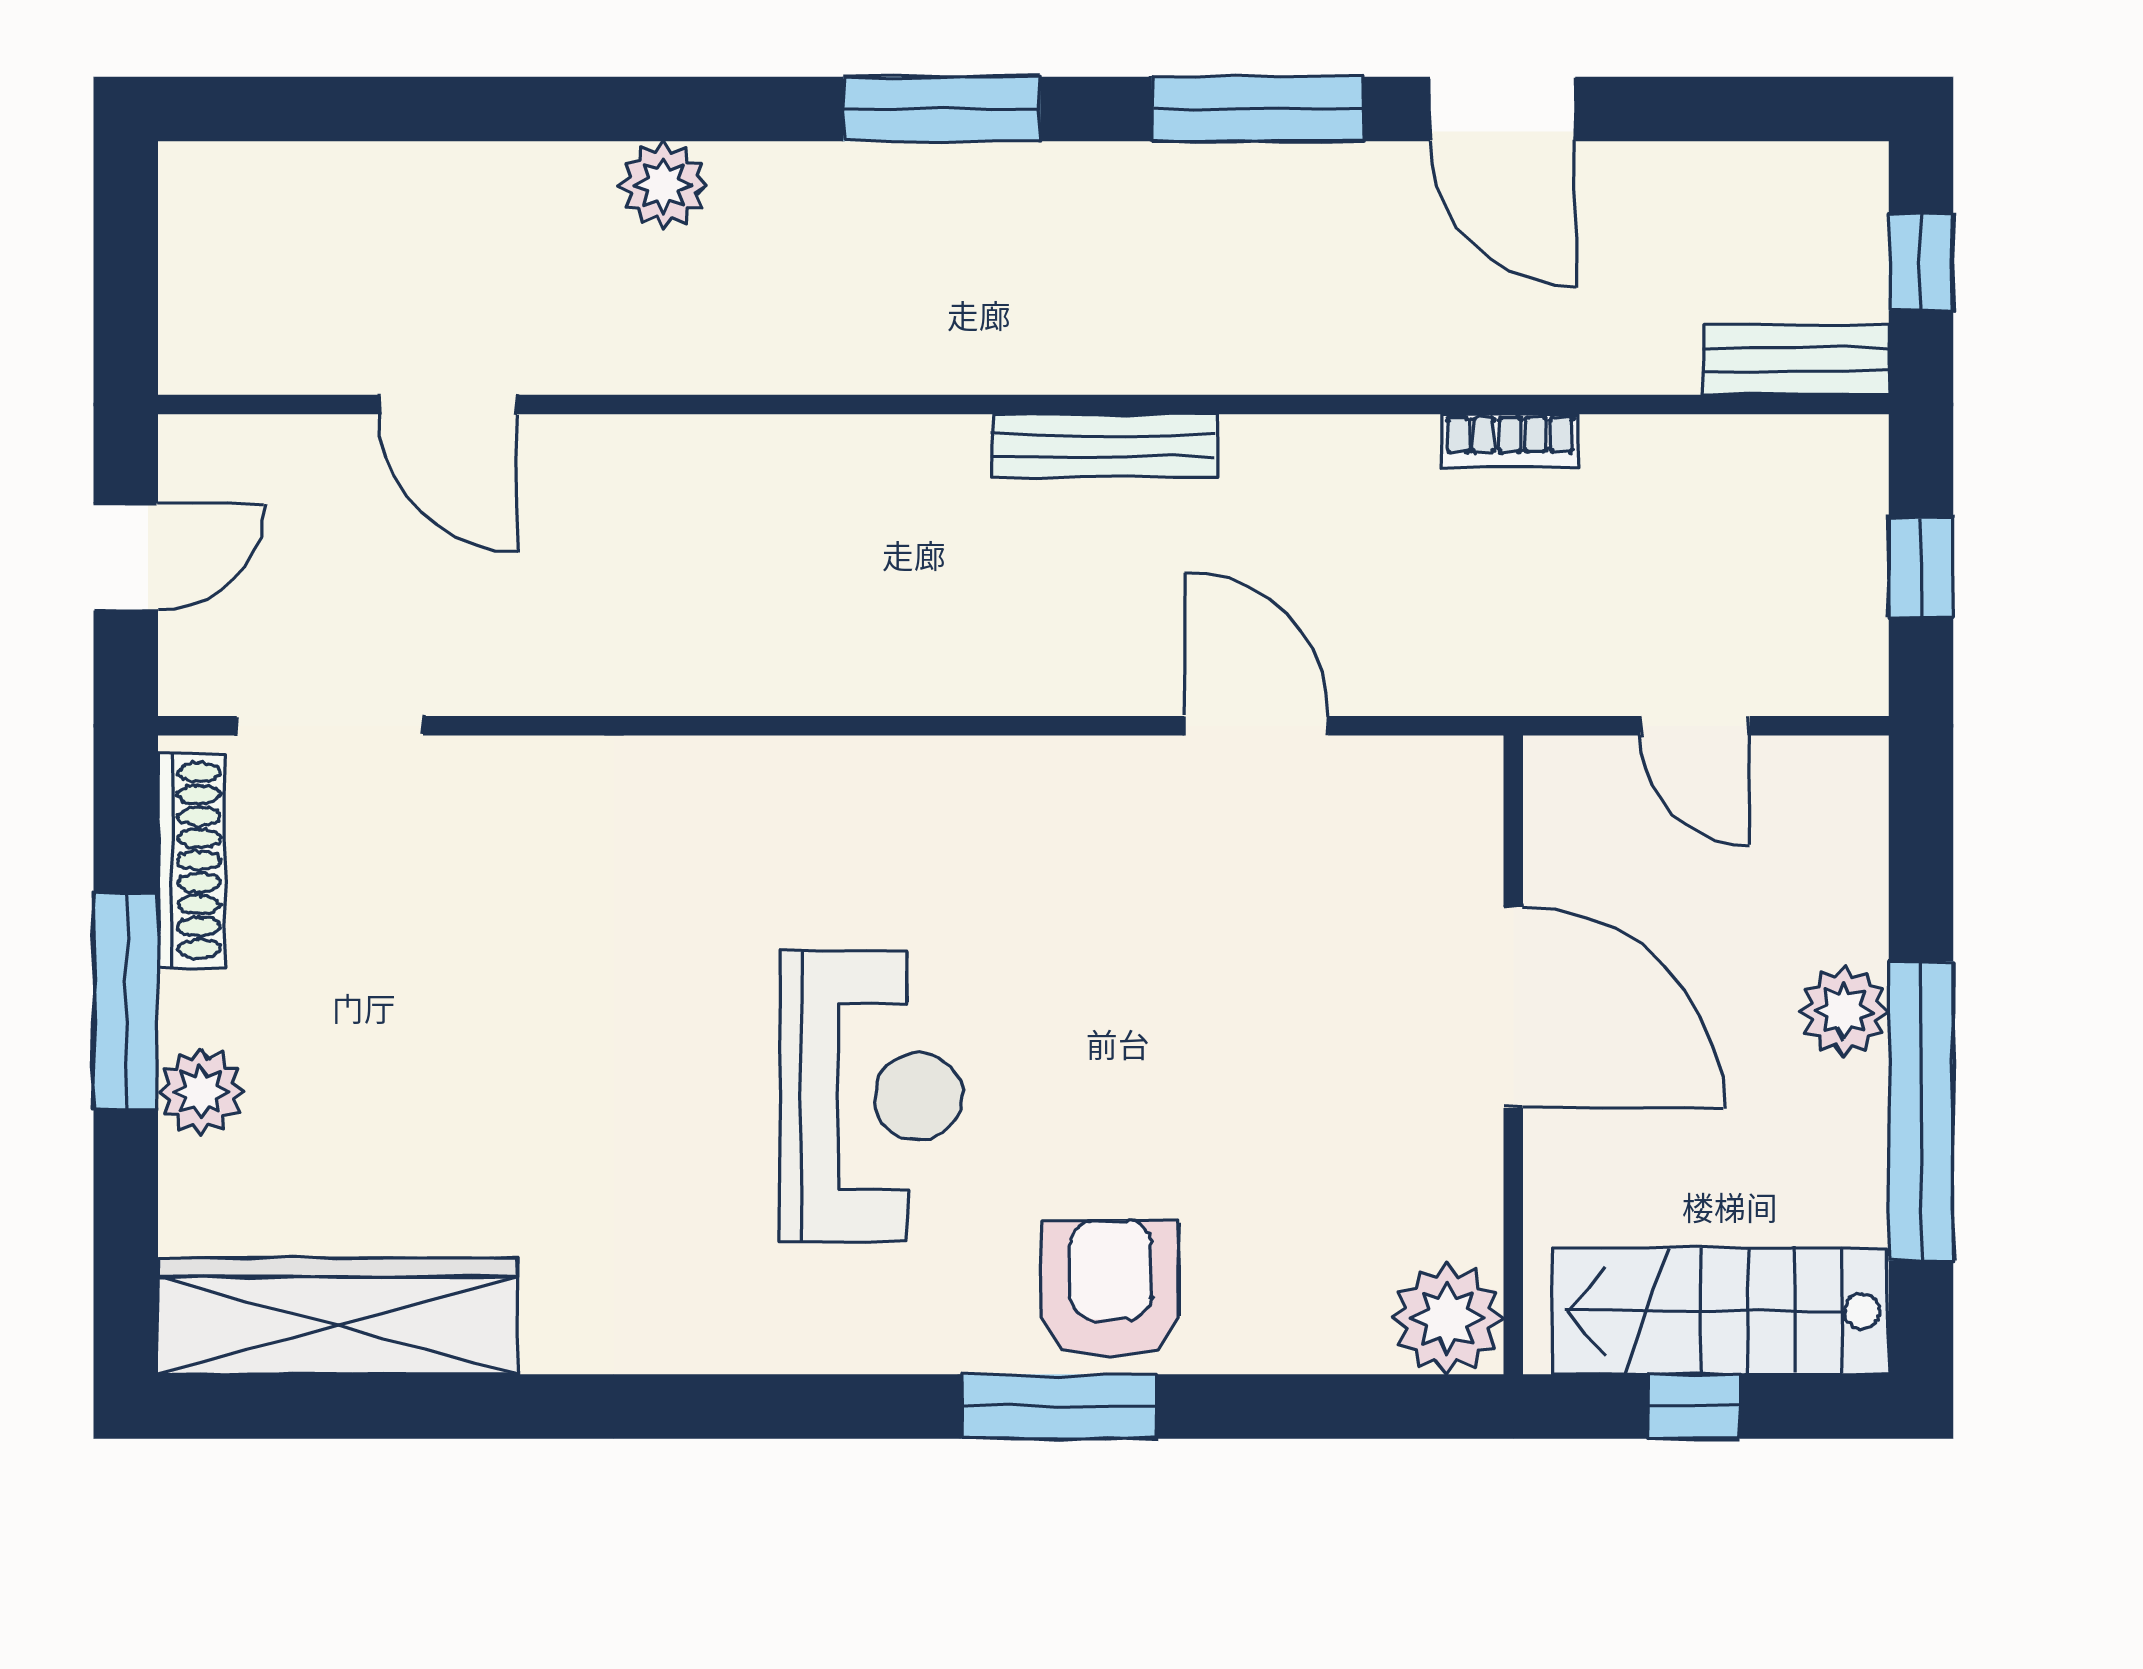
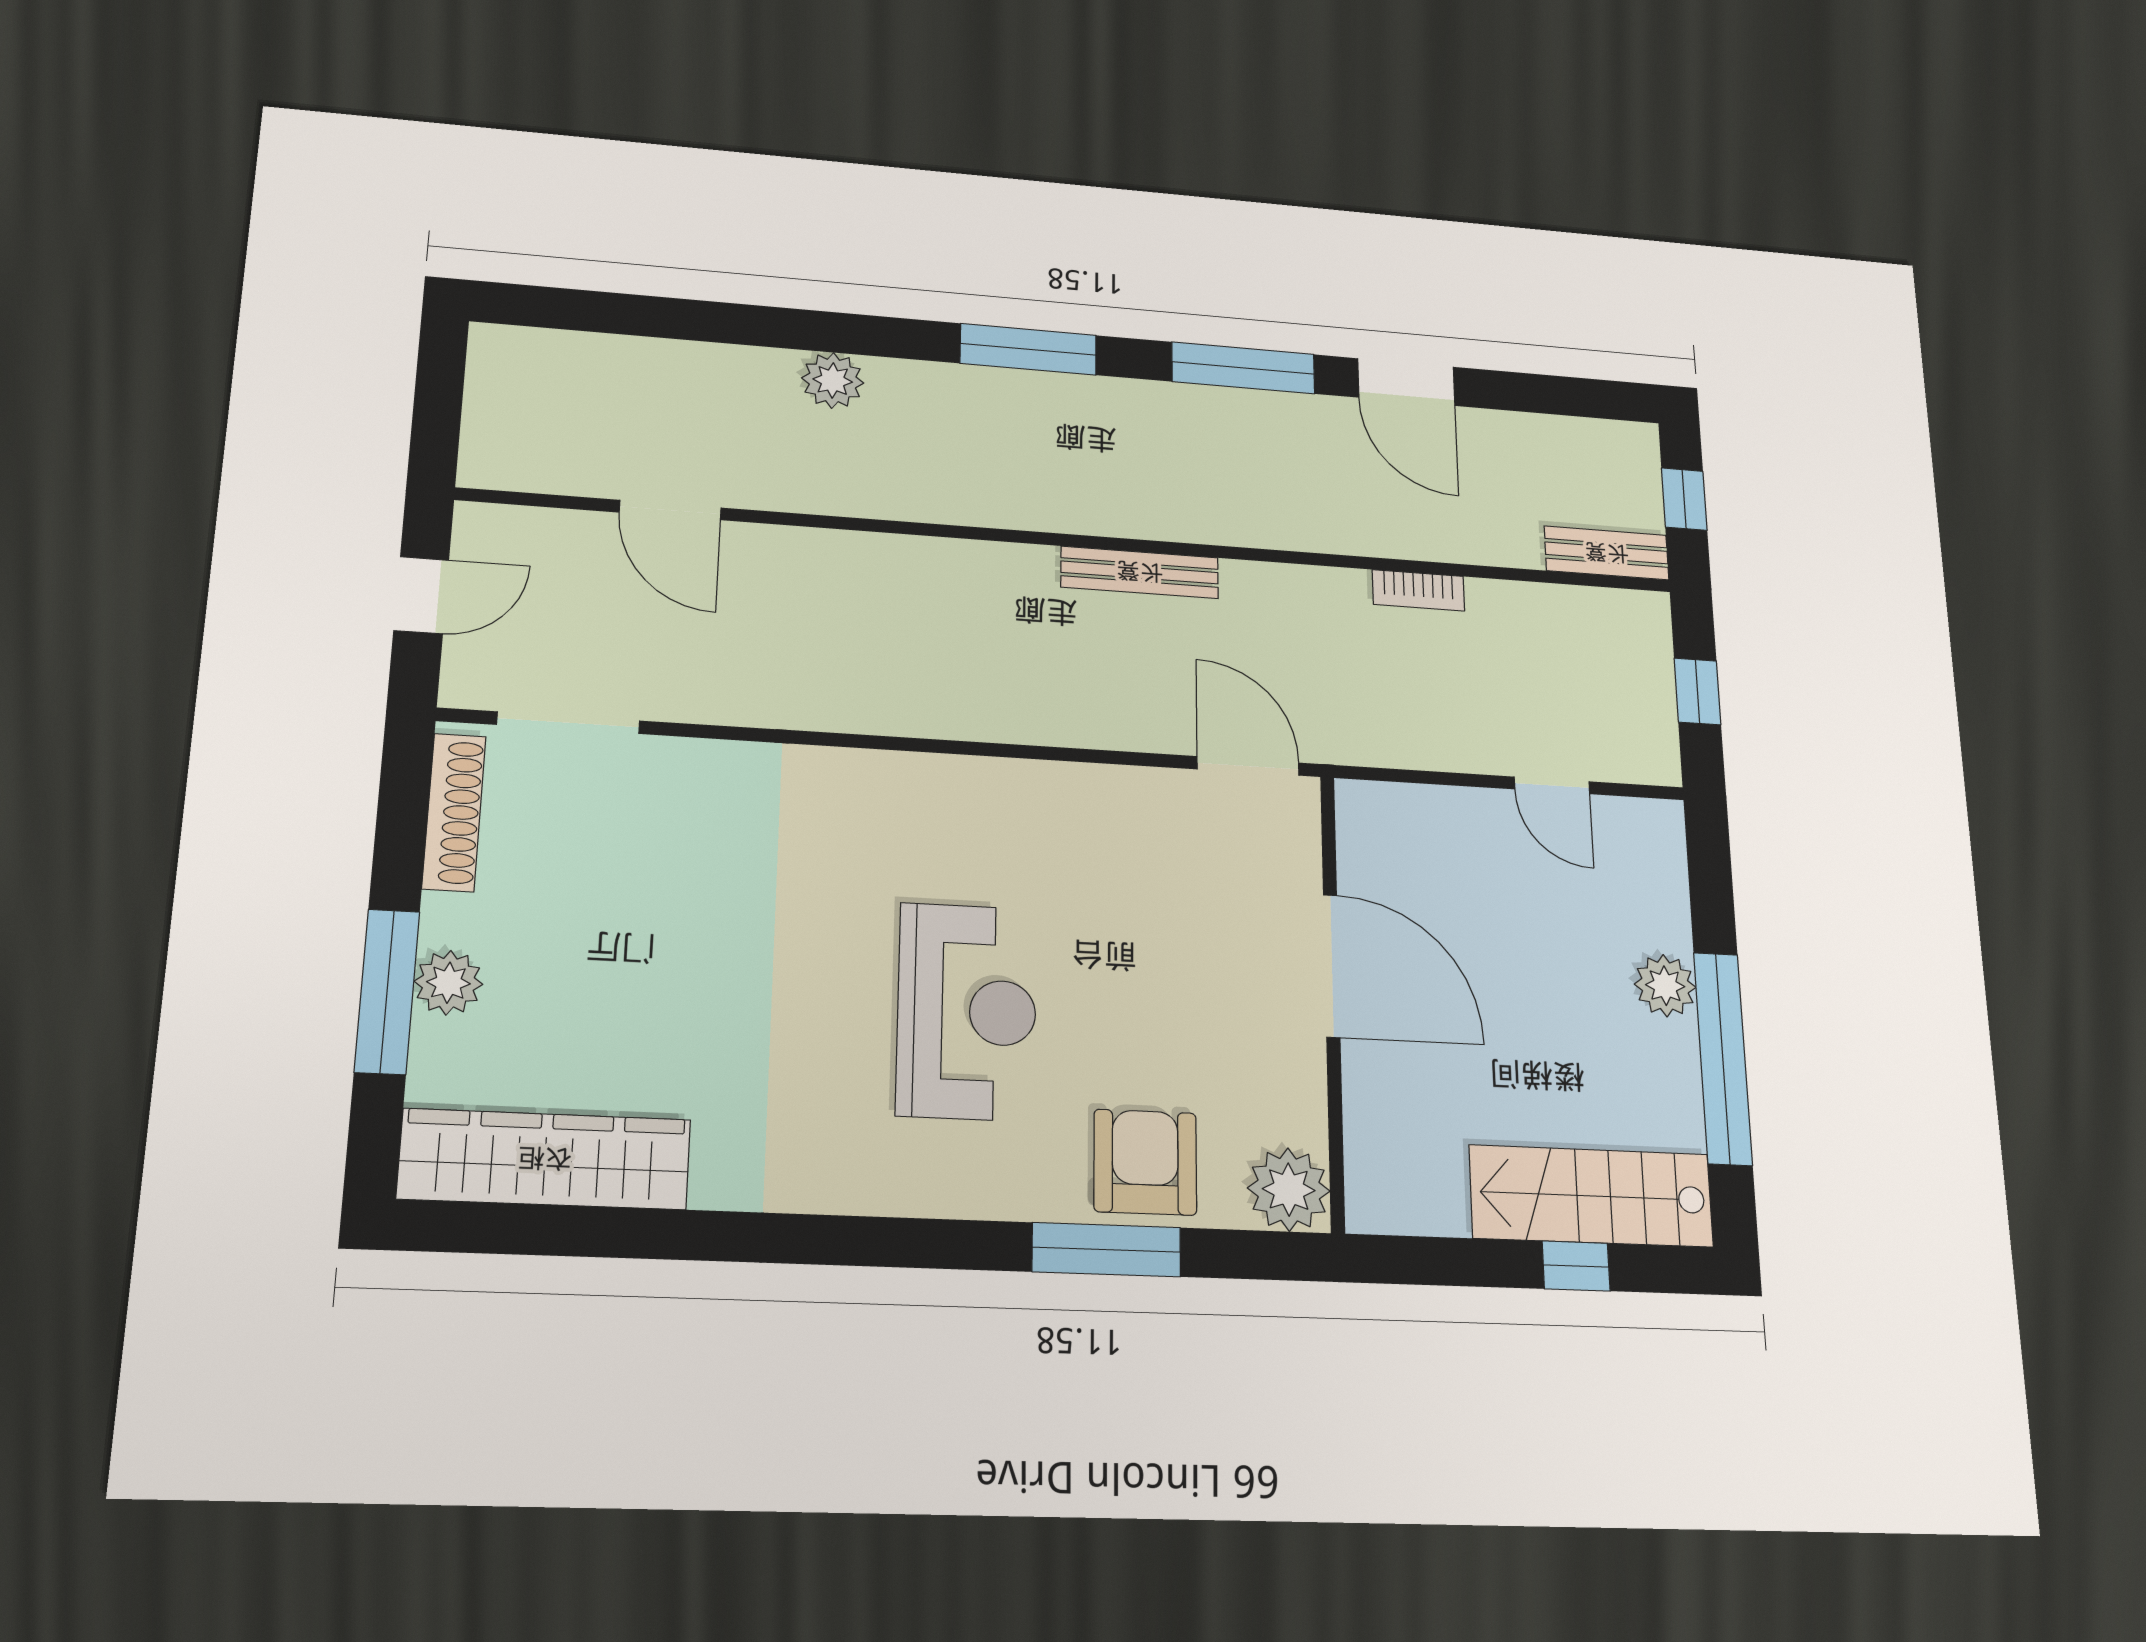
window: (126, 1001) -> (387, 991), moved
door: (1513, 1007) -> (1332, 966), moved
wall: (1513, 1055) -> (1333, 999), moved
plant: (1447, 1318) -> (1289, 1190), moved

